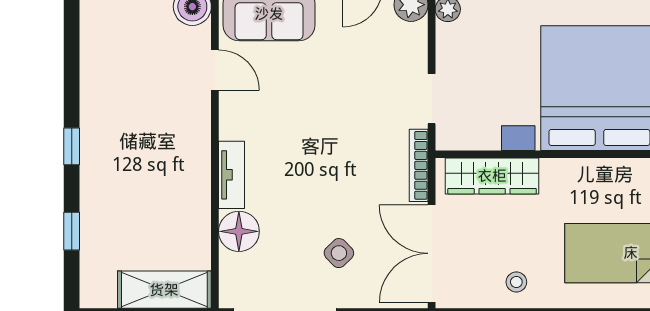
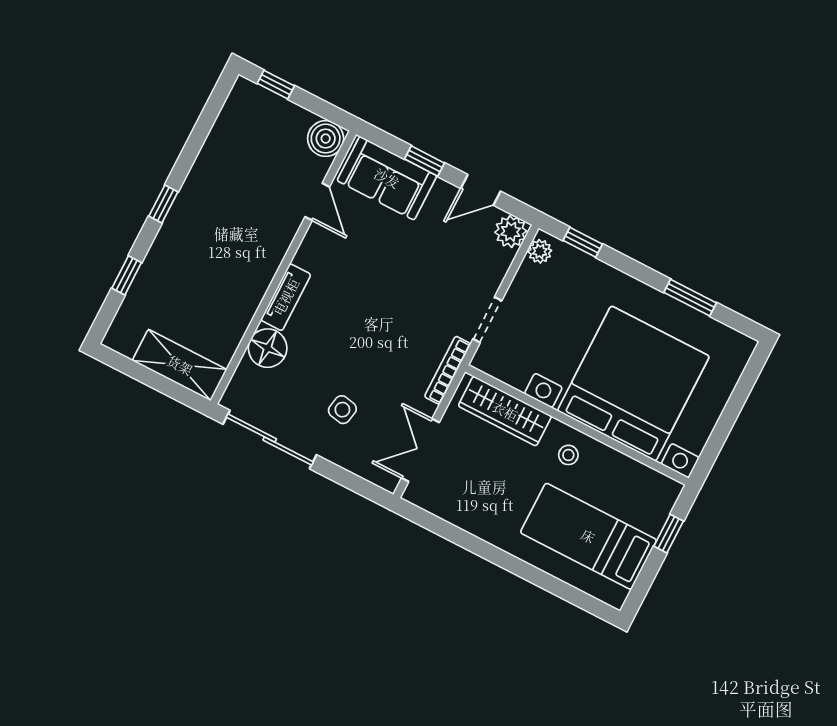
side table: (339, 253) -> (342, 410), turned -35
double door: (432, 253) -> (420, 450), width x0.73
stool: (516, 282) -> (568, 455), moved

